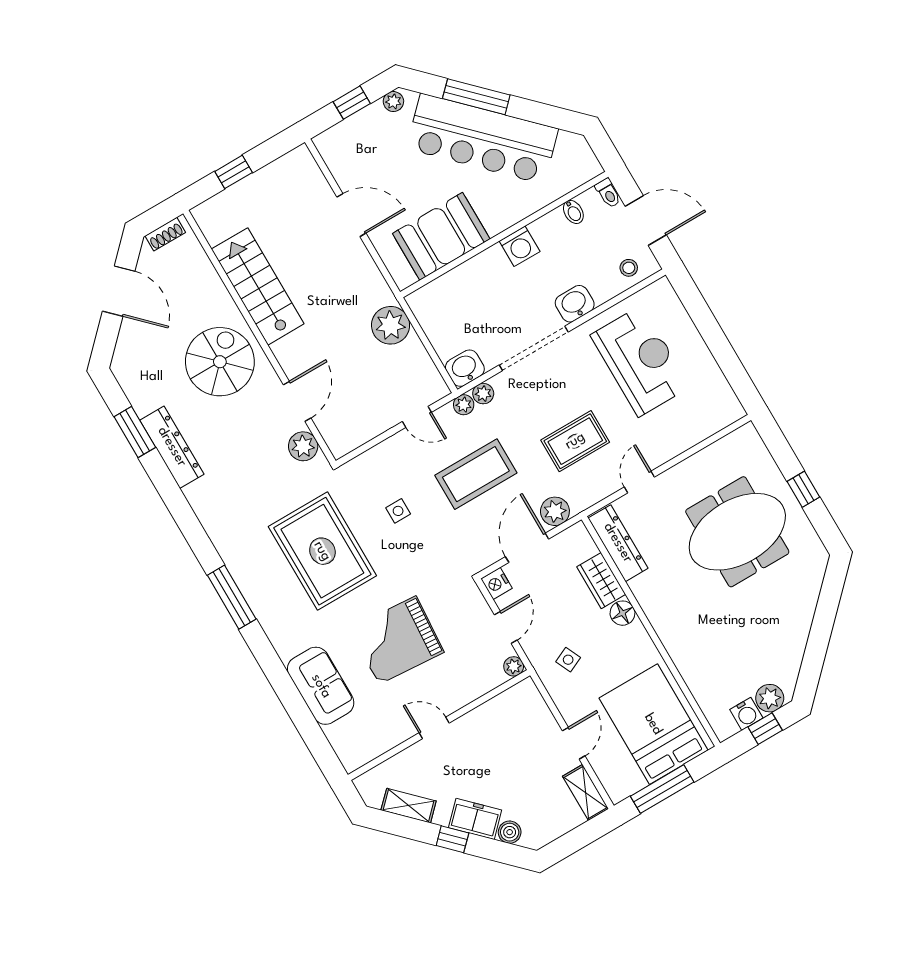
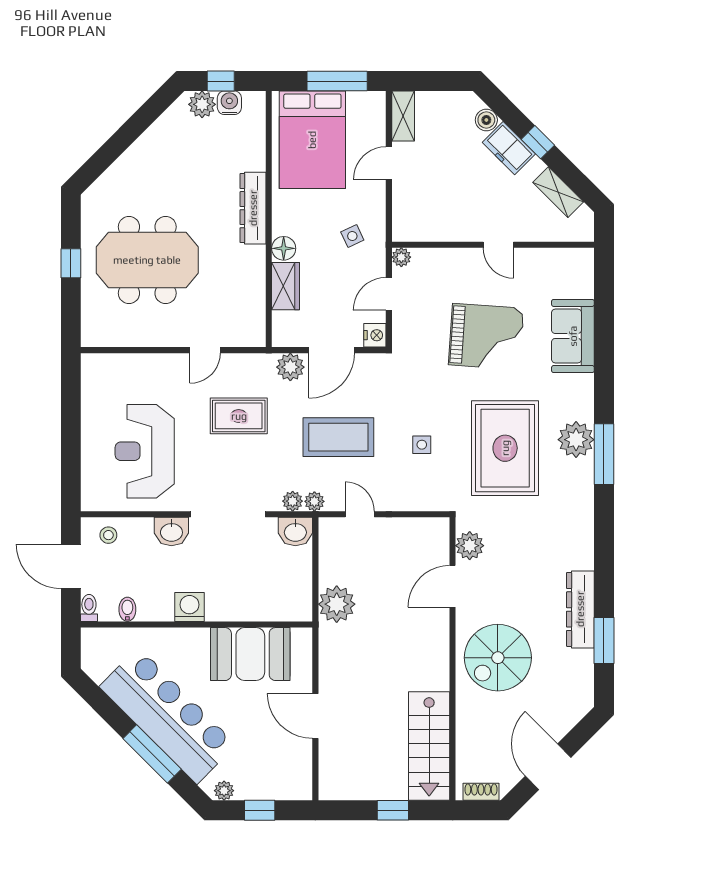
stairs: (258, 286) -> (429, 746), moved
dresser: (618, 543) -> (253, 208), moved
plant: (264, 596) -> (576, 440), added

